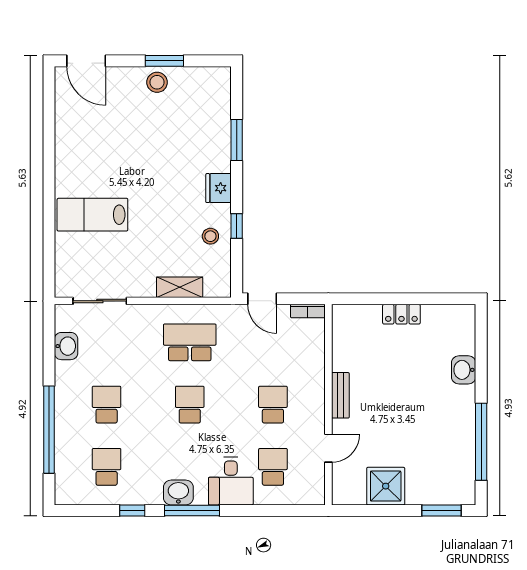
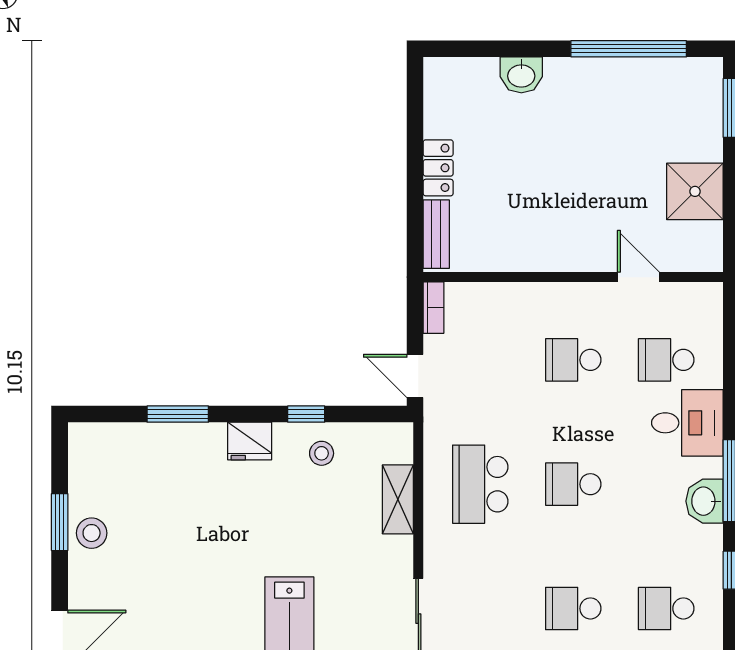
door: (262, 299) -> (415, 376), swing flipped
bench: (340, 395) -> (436, 234), moved, turned 90

